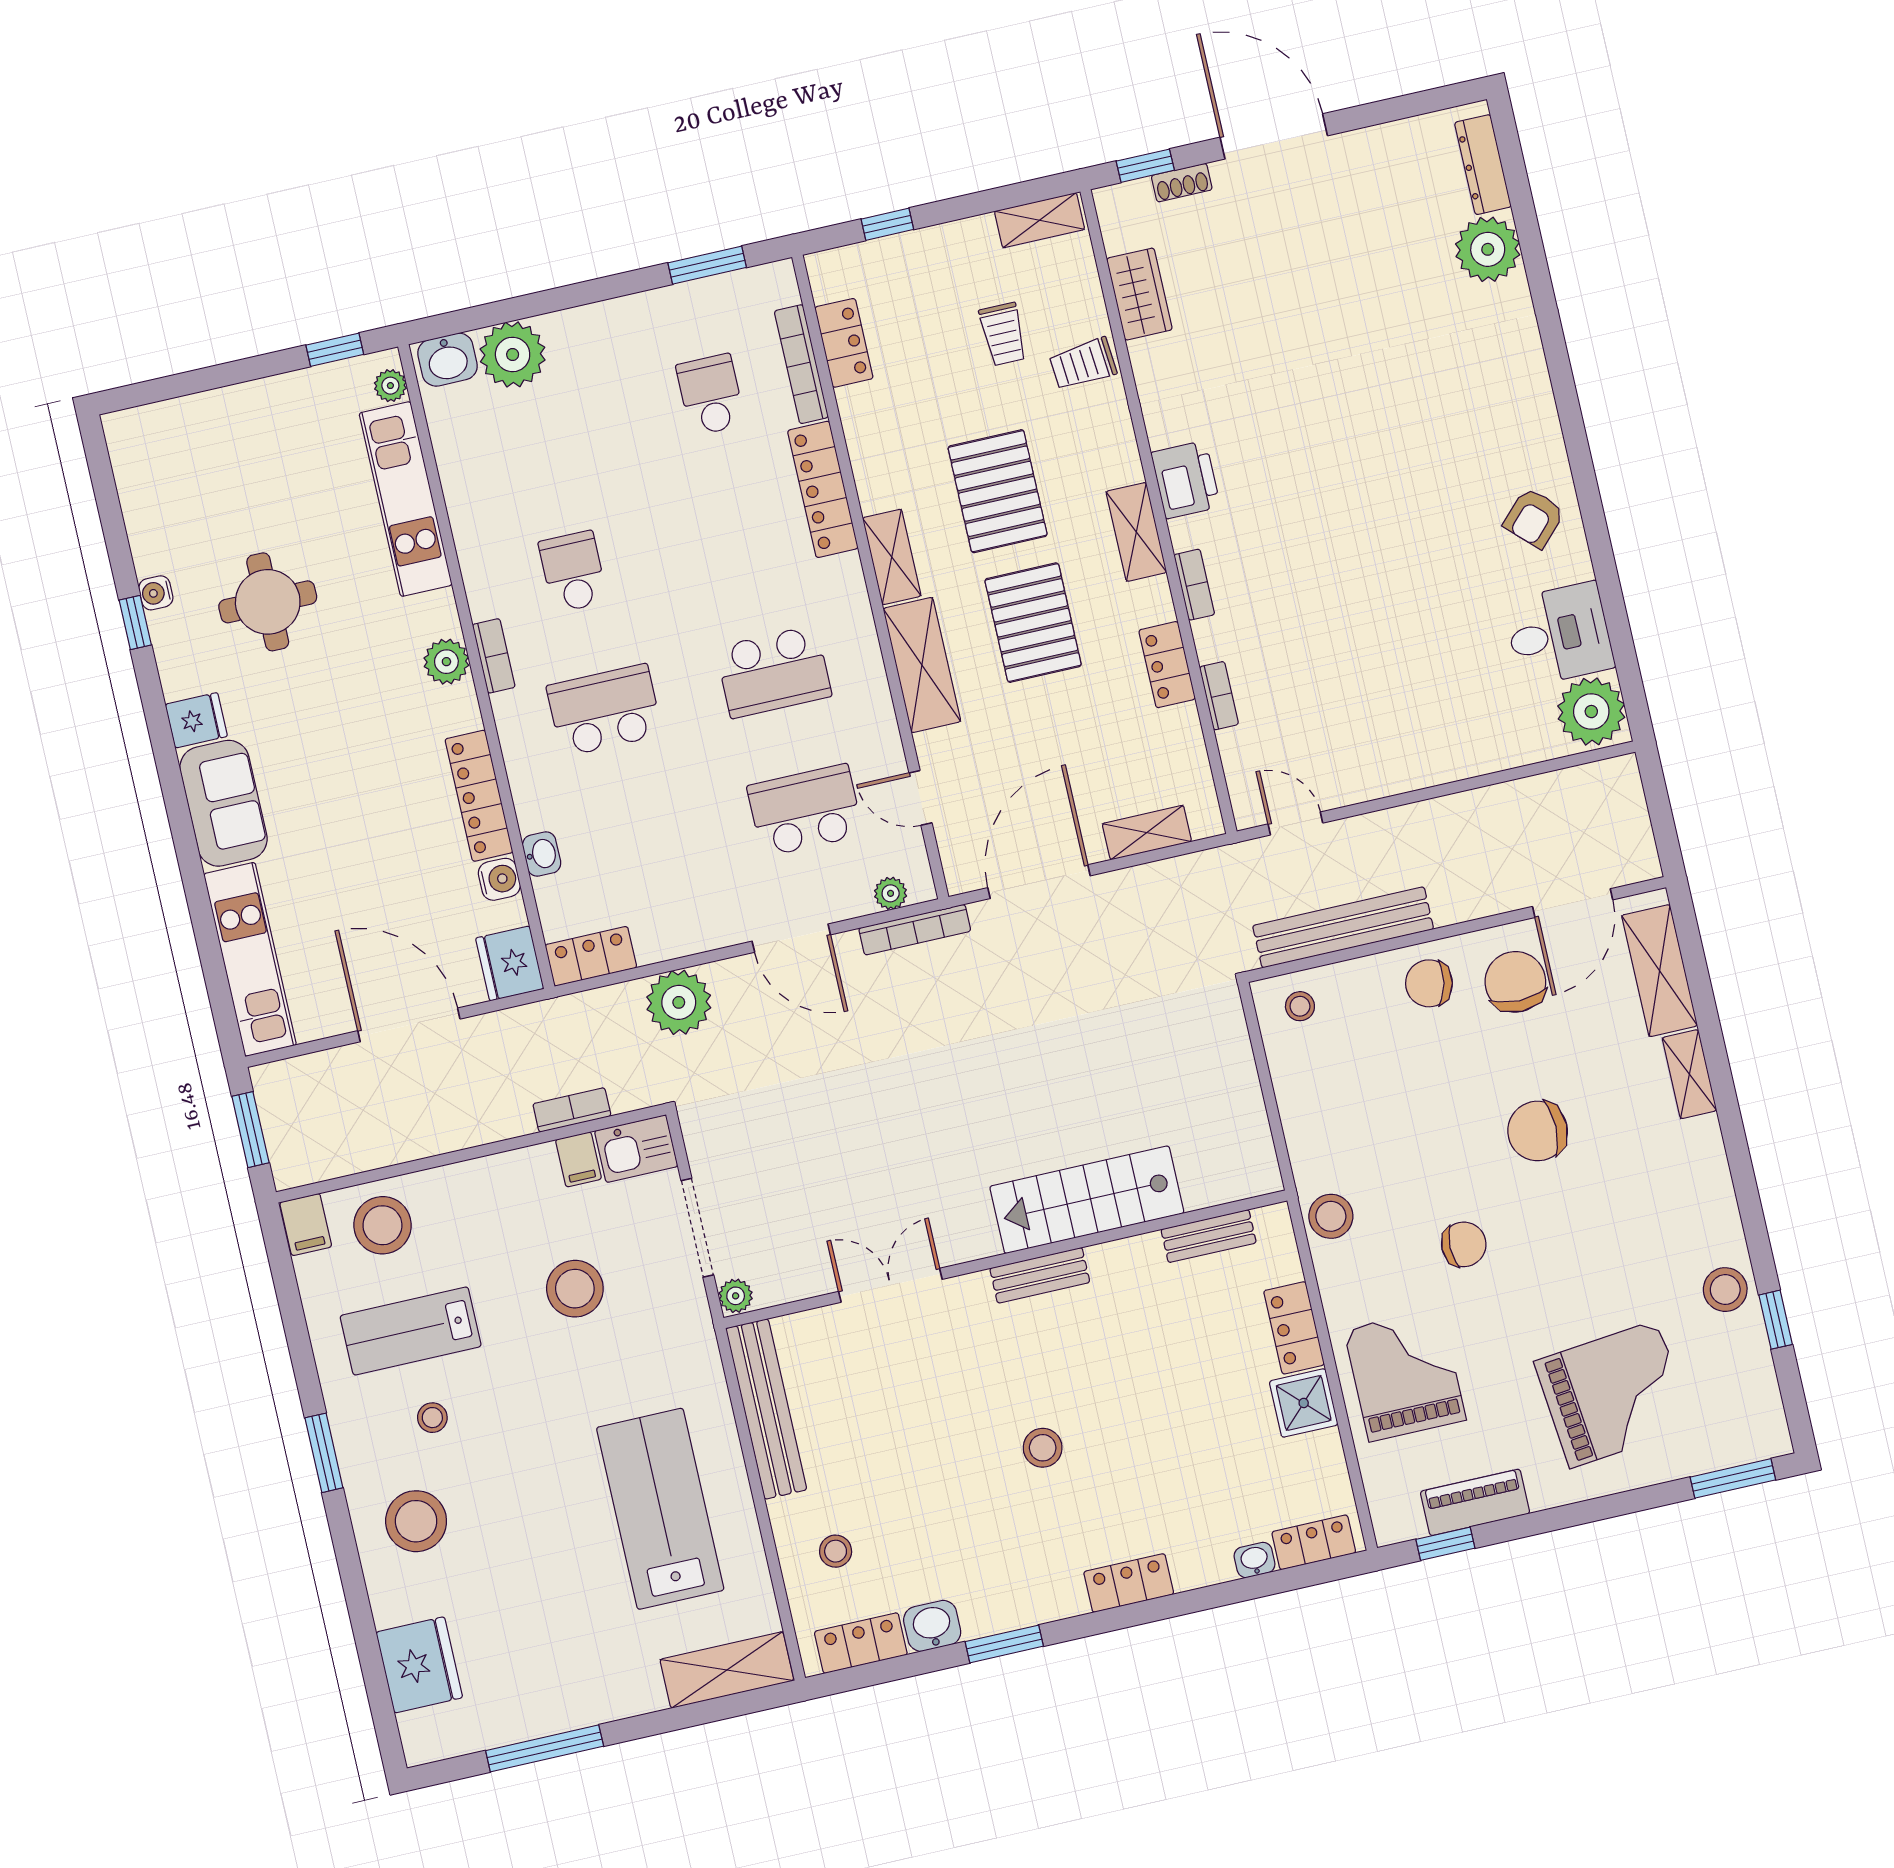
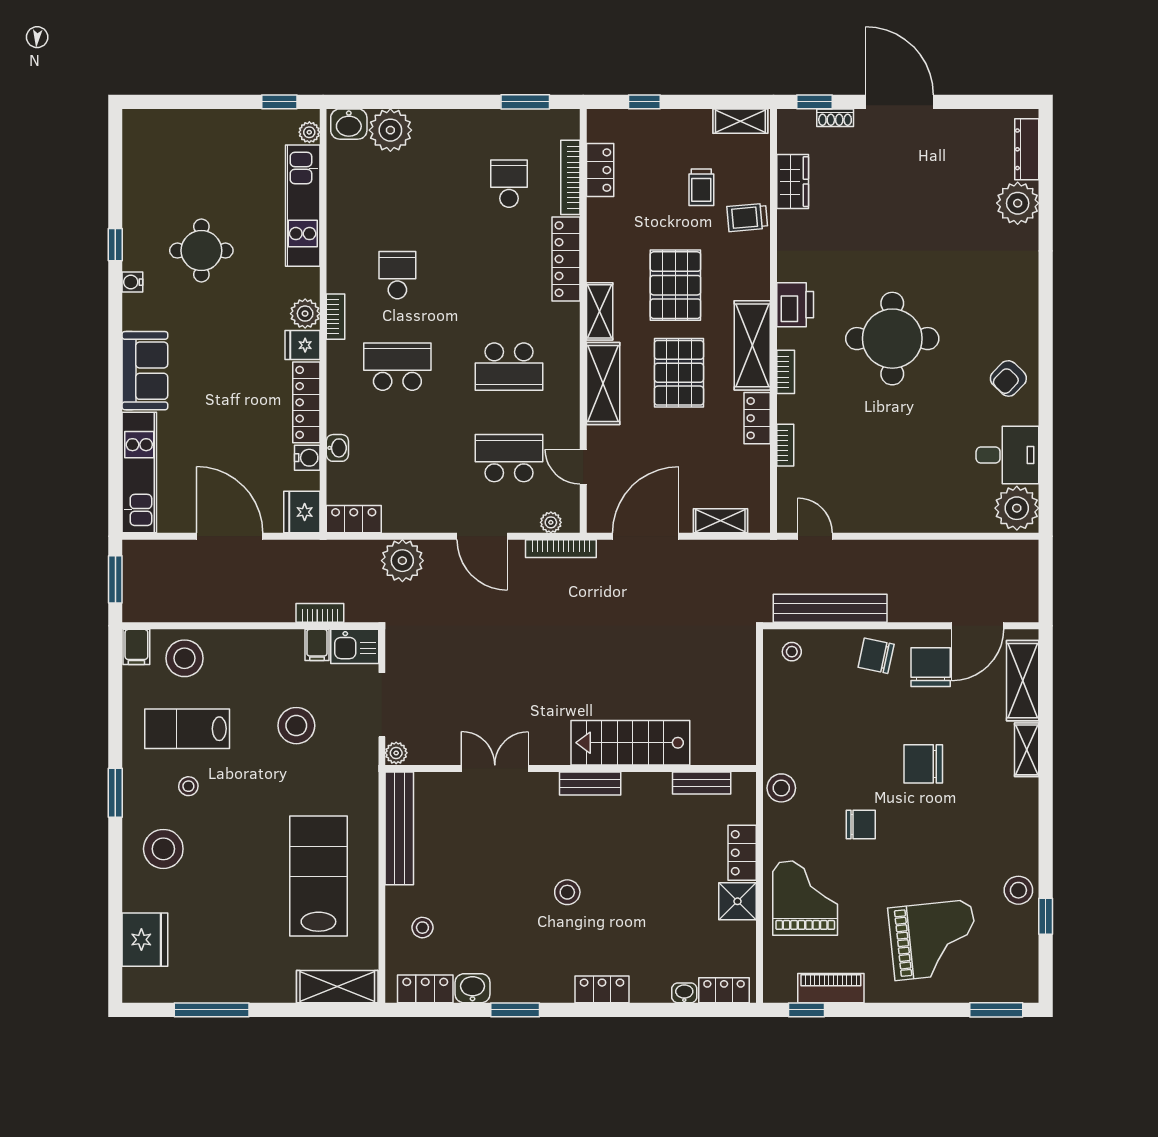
round table: (1344, 498) -> (892, 339), added
shelving: (1136, 532) -> (752, 345), width x1.50, depth x1.33
water cooler: (156, 593) -> (132, 282), moved
fridge: (196, 720) -> (302, 345), moved, turned 180

